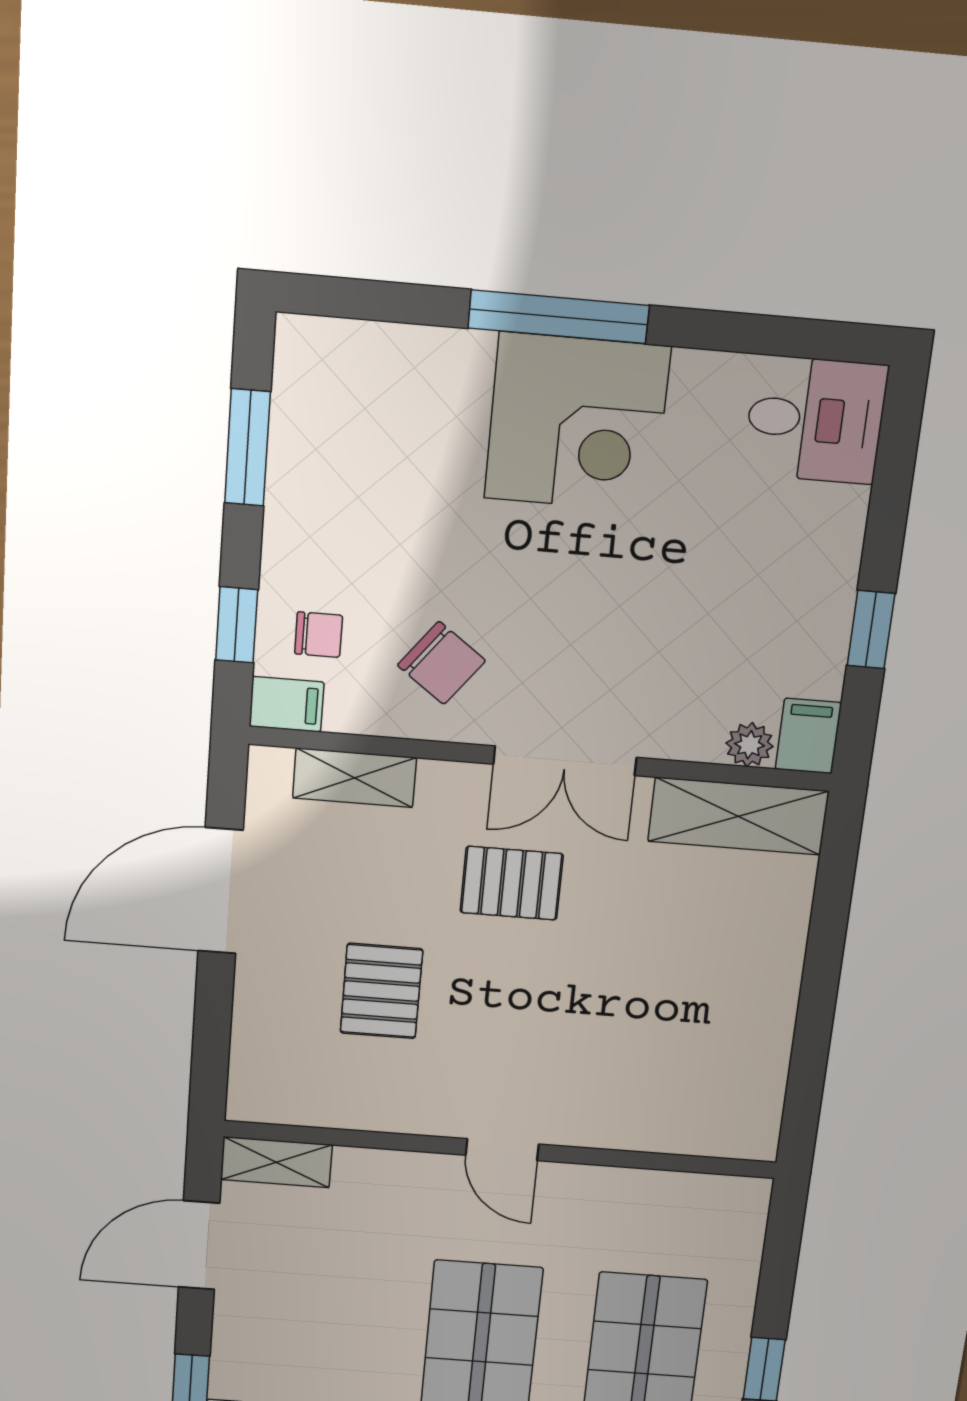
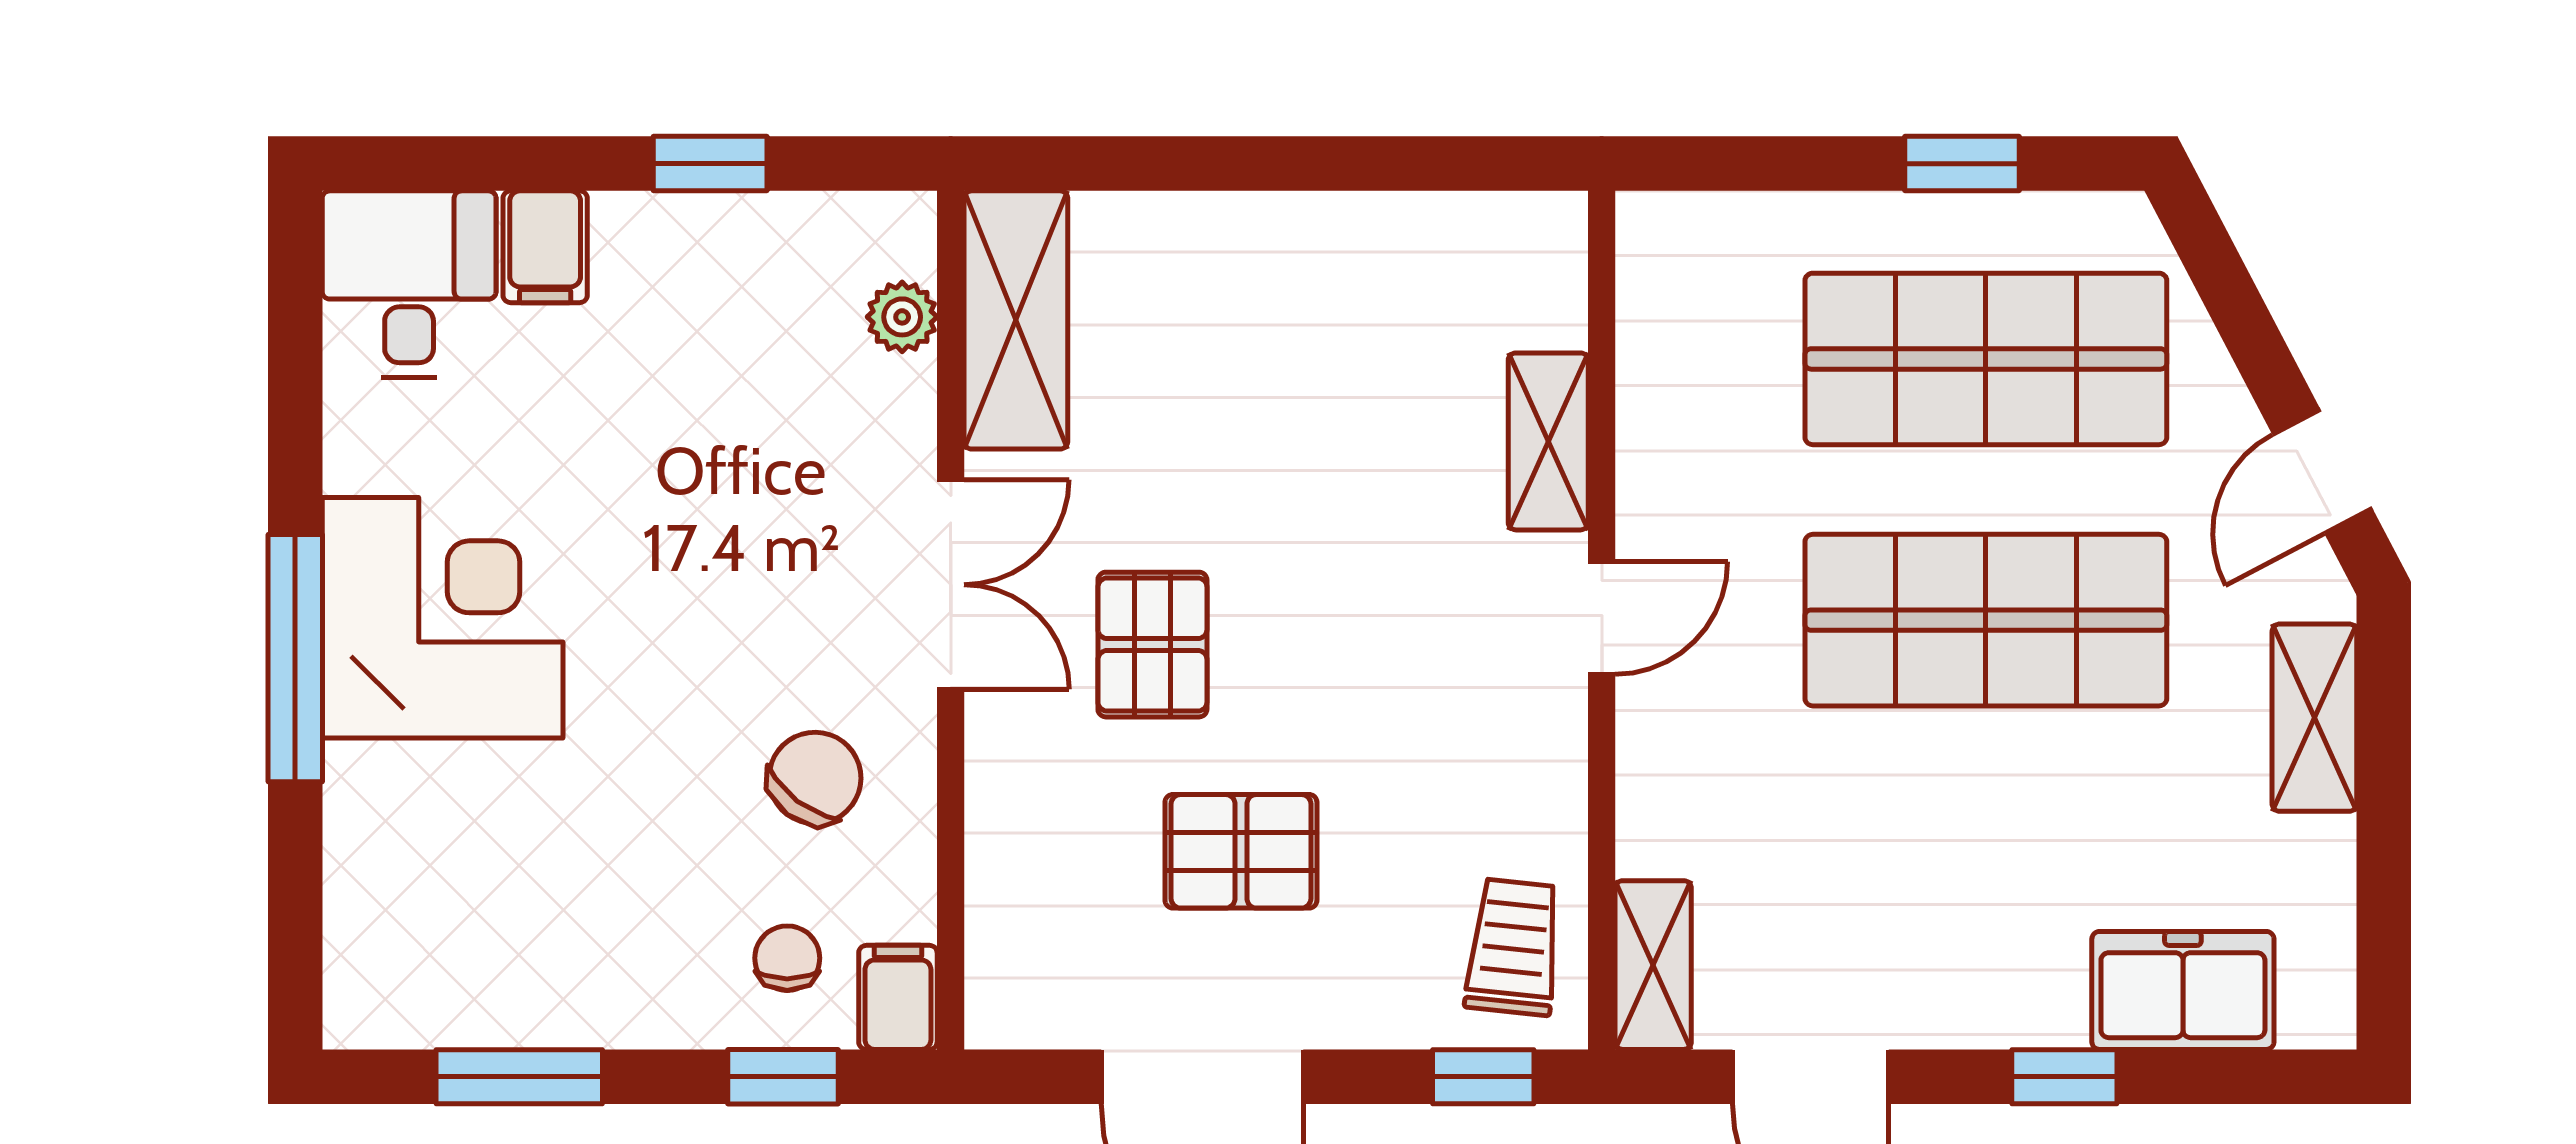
filing cabinet: (808, 736) -> (545, 247), moved, turned -90
shelving: (354, 778) -> (1548, 441), moved
pallet: (381, 991) -> (1241, 851), moved
window: (210, 1059) -> (1483, 1077), added
trolley: (294, 1083) -> (1513, 947), added

